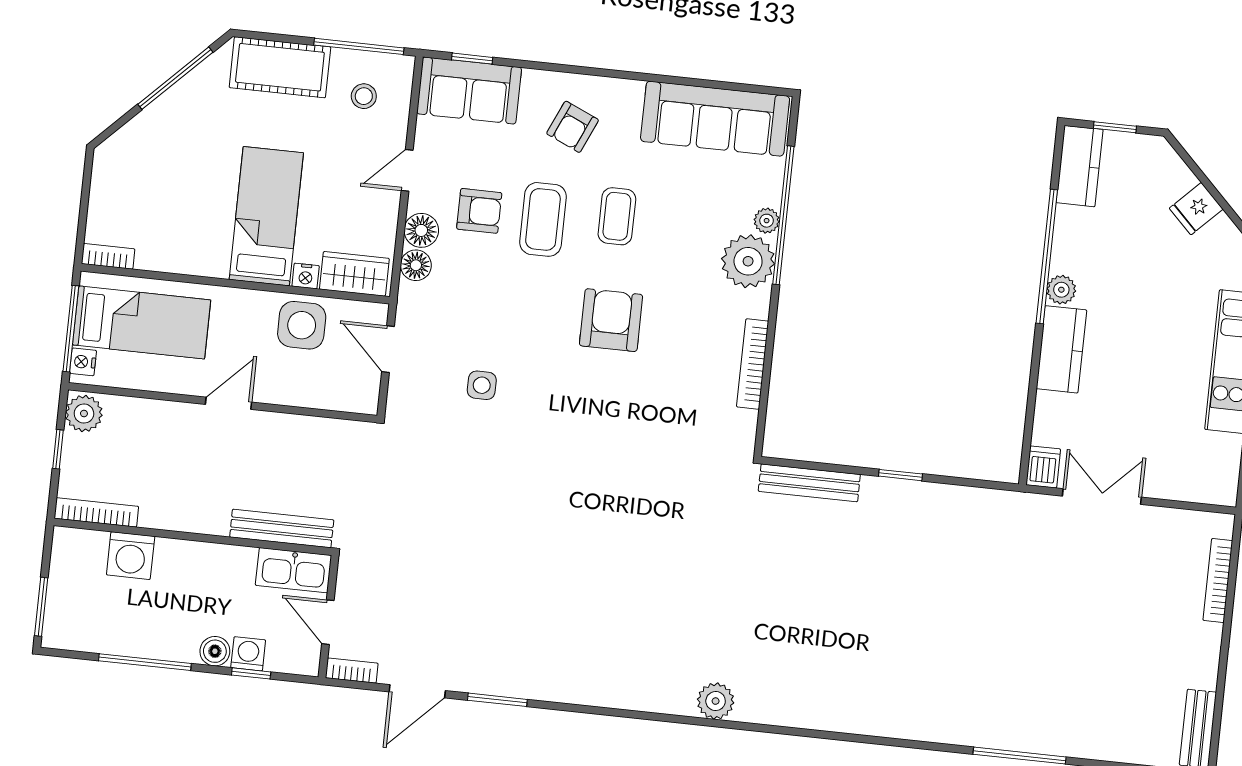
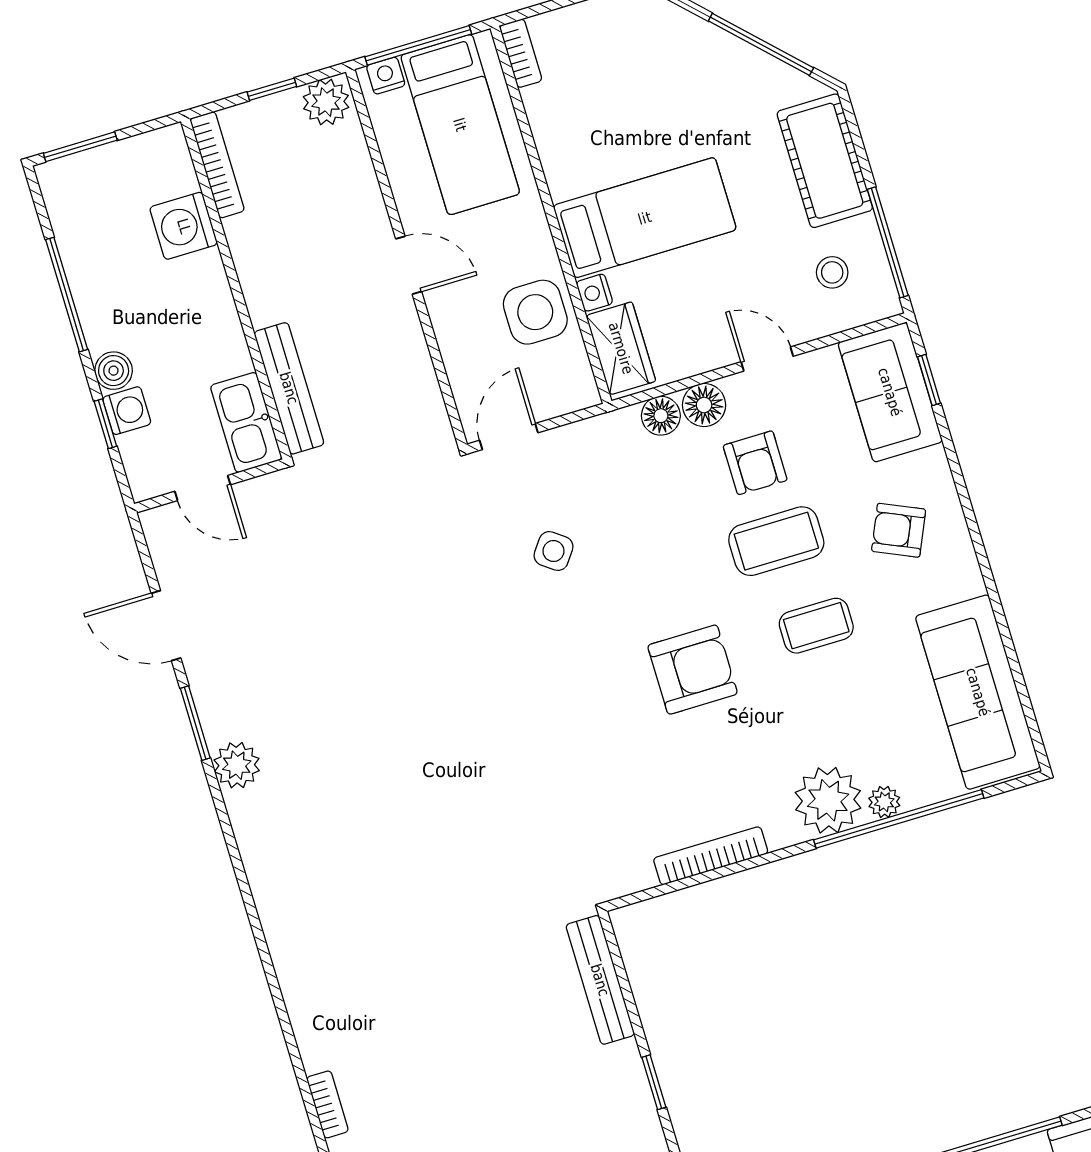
door: (388, 349) -> (509, 437), moved
side table: (482, 385) -> (554, 551), turned 36
door: (328, 622) -> (203, 488), swing flipped
bookcase: (352, 671) -> (327, 1104), moved
plant: (716, 701) -> (237, 765), moved

